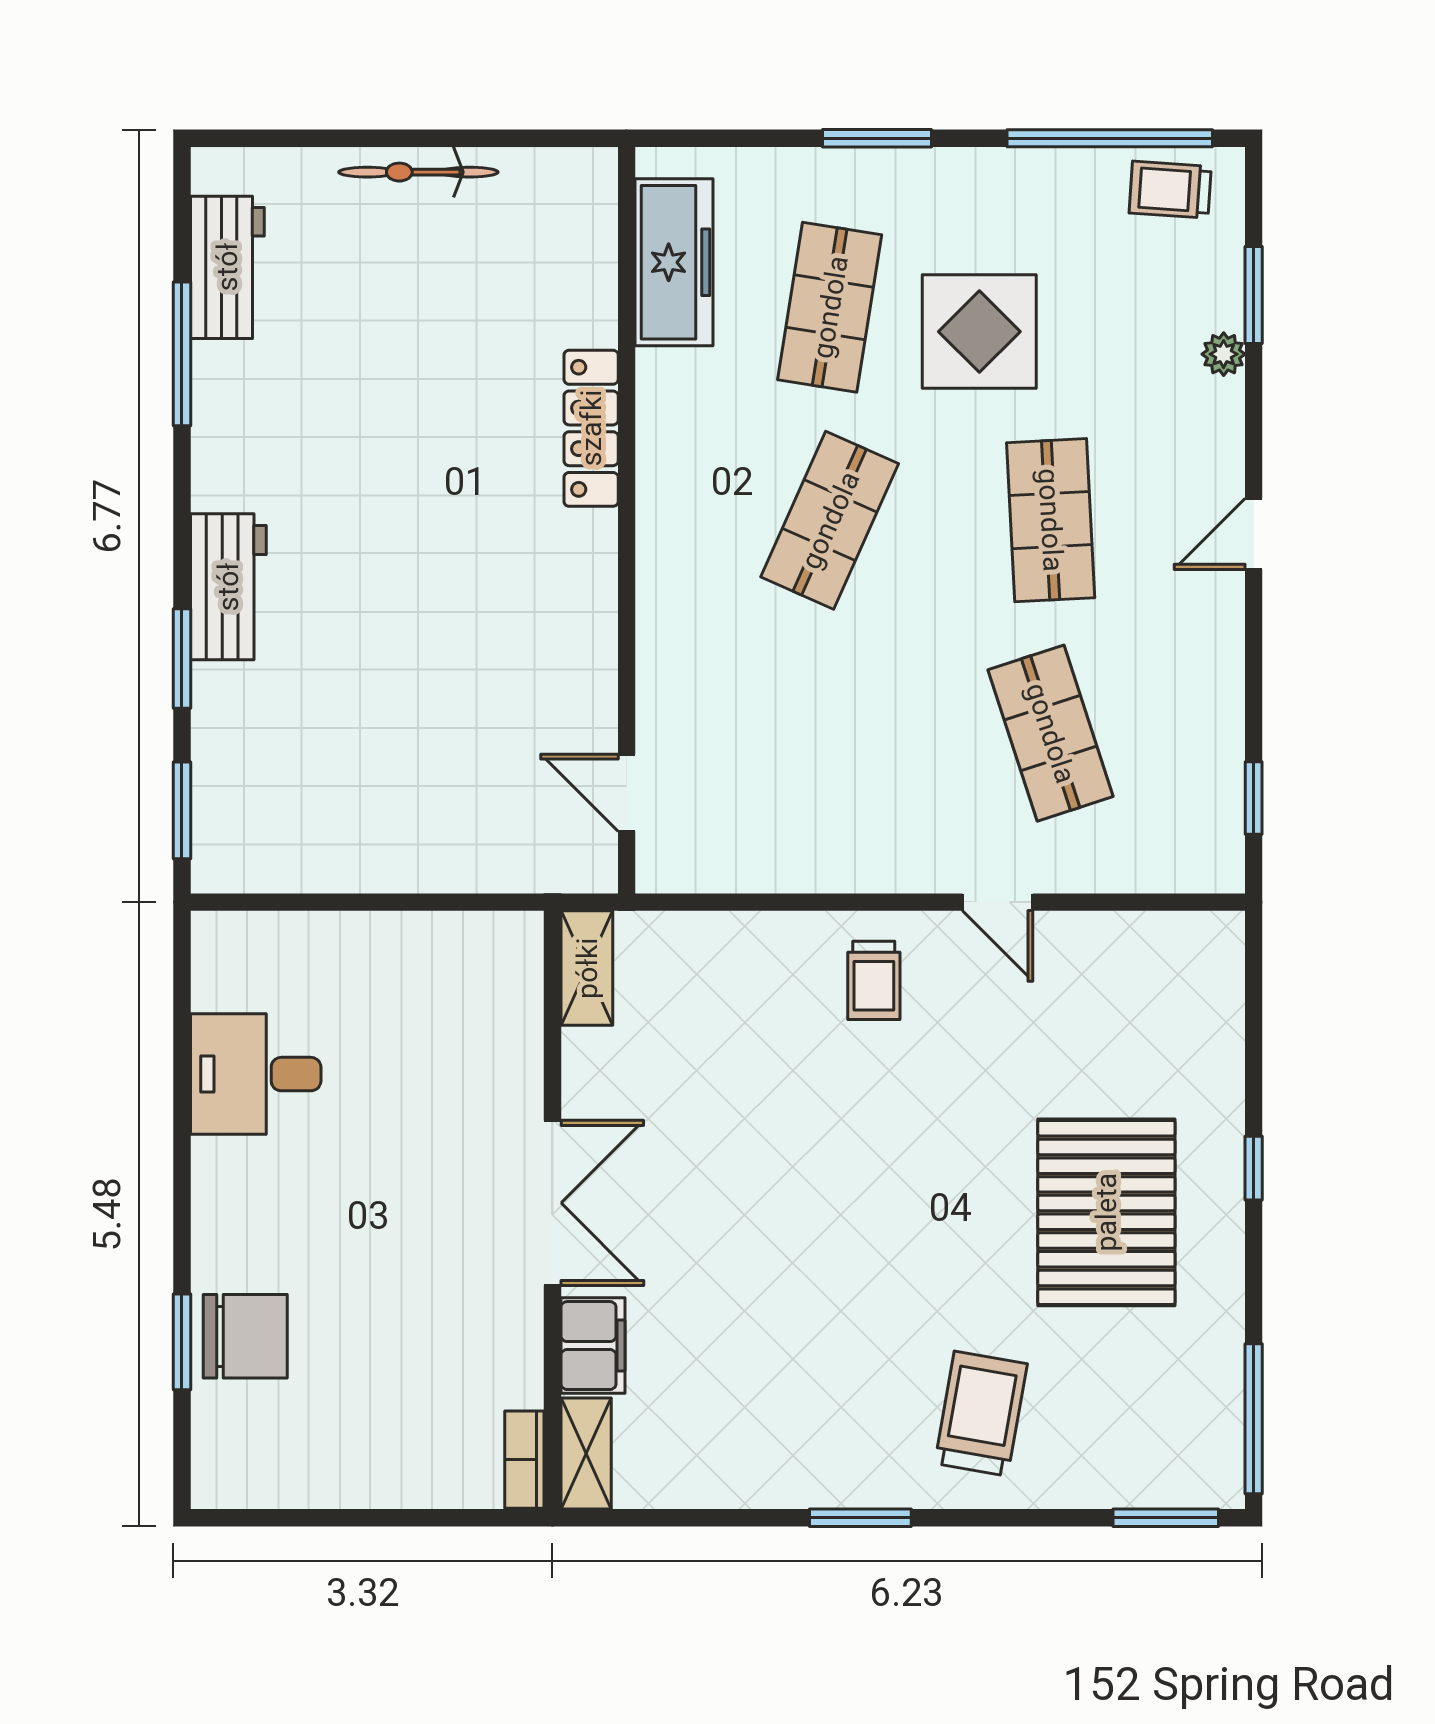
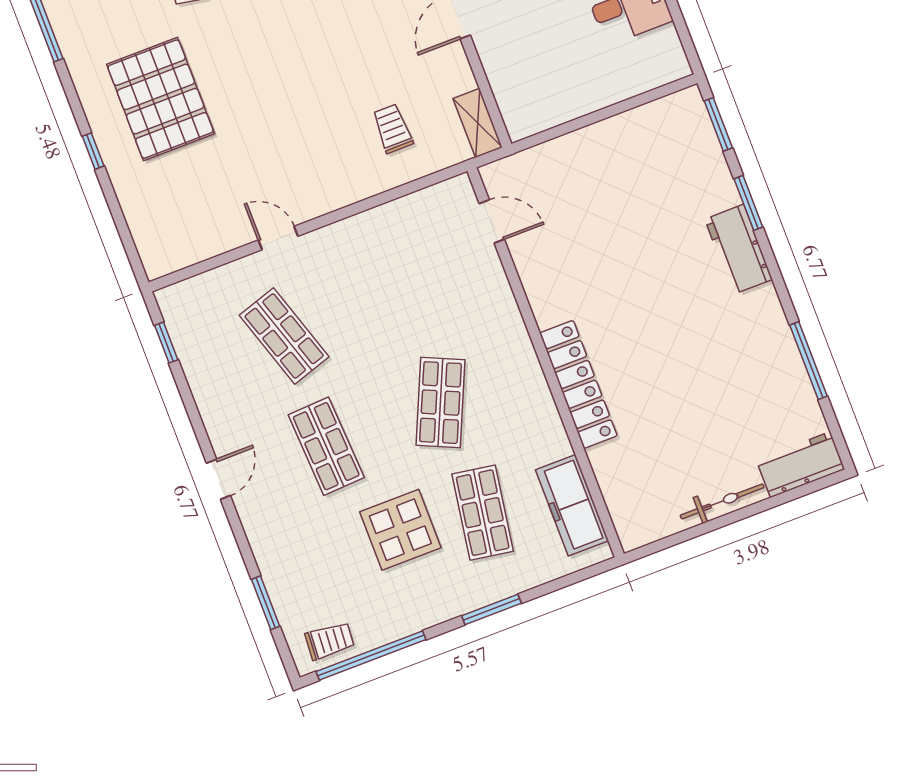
workbench: (227, 267) -> (800, 465), moved, turned 90
plant: (1224, 354) -> (270, 566), removed
locker: (591, 428) -> (578, 384), width x1.41, depth x1.21
trolley: (874, 980) -> (393, 129), moved

